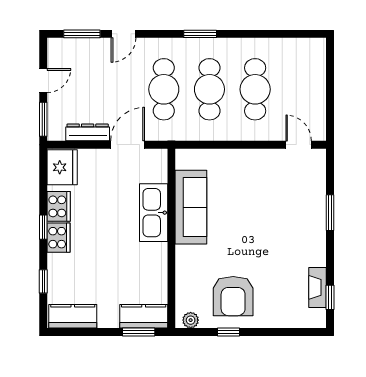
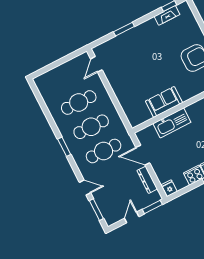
door: (43, 81) -> (132, 217), hinge flipped
fridge: (62, 167) -> (169, 188), width x0.53, depth x0.75
sofa: (191, 207) -> (164, 102), width x0.73

